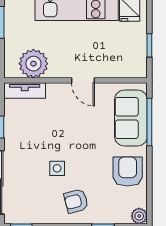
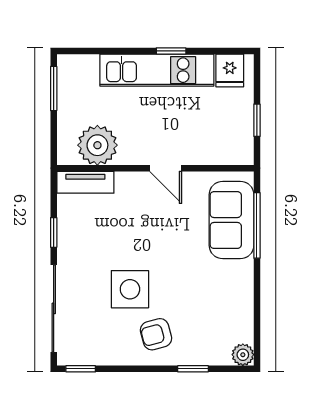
side table: (57, 168) -> (130, 289), width x1.87, depth x1.87
armchair: (128, 172) -> (227, 294), removed

